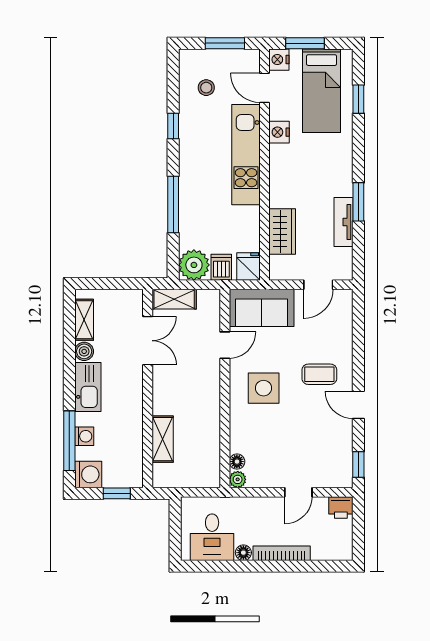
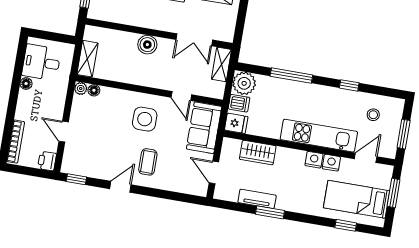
nightstand: (279, 60) -> (314, 160), moved
boiler: (165, 401) -> (147, 45), added
shelving: (163, 439) -> (87, 59), moved, turned 90
bookcase: (282, 553) -> (16, 142), moved

